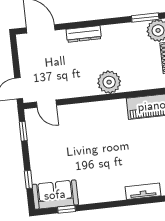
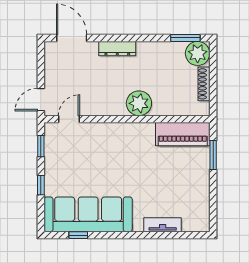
door: (46, 104) -> (69, 119), swing flipped
window: (28, 179) -> (41, 185), moved
sofa: (55, 195) -> (88, 214), width x1.85, depth x1.27

